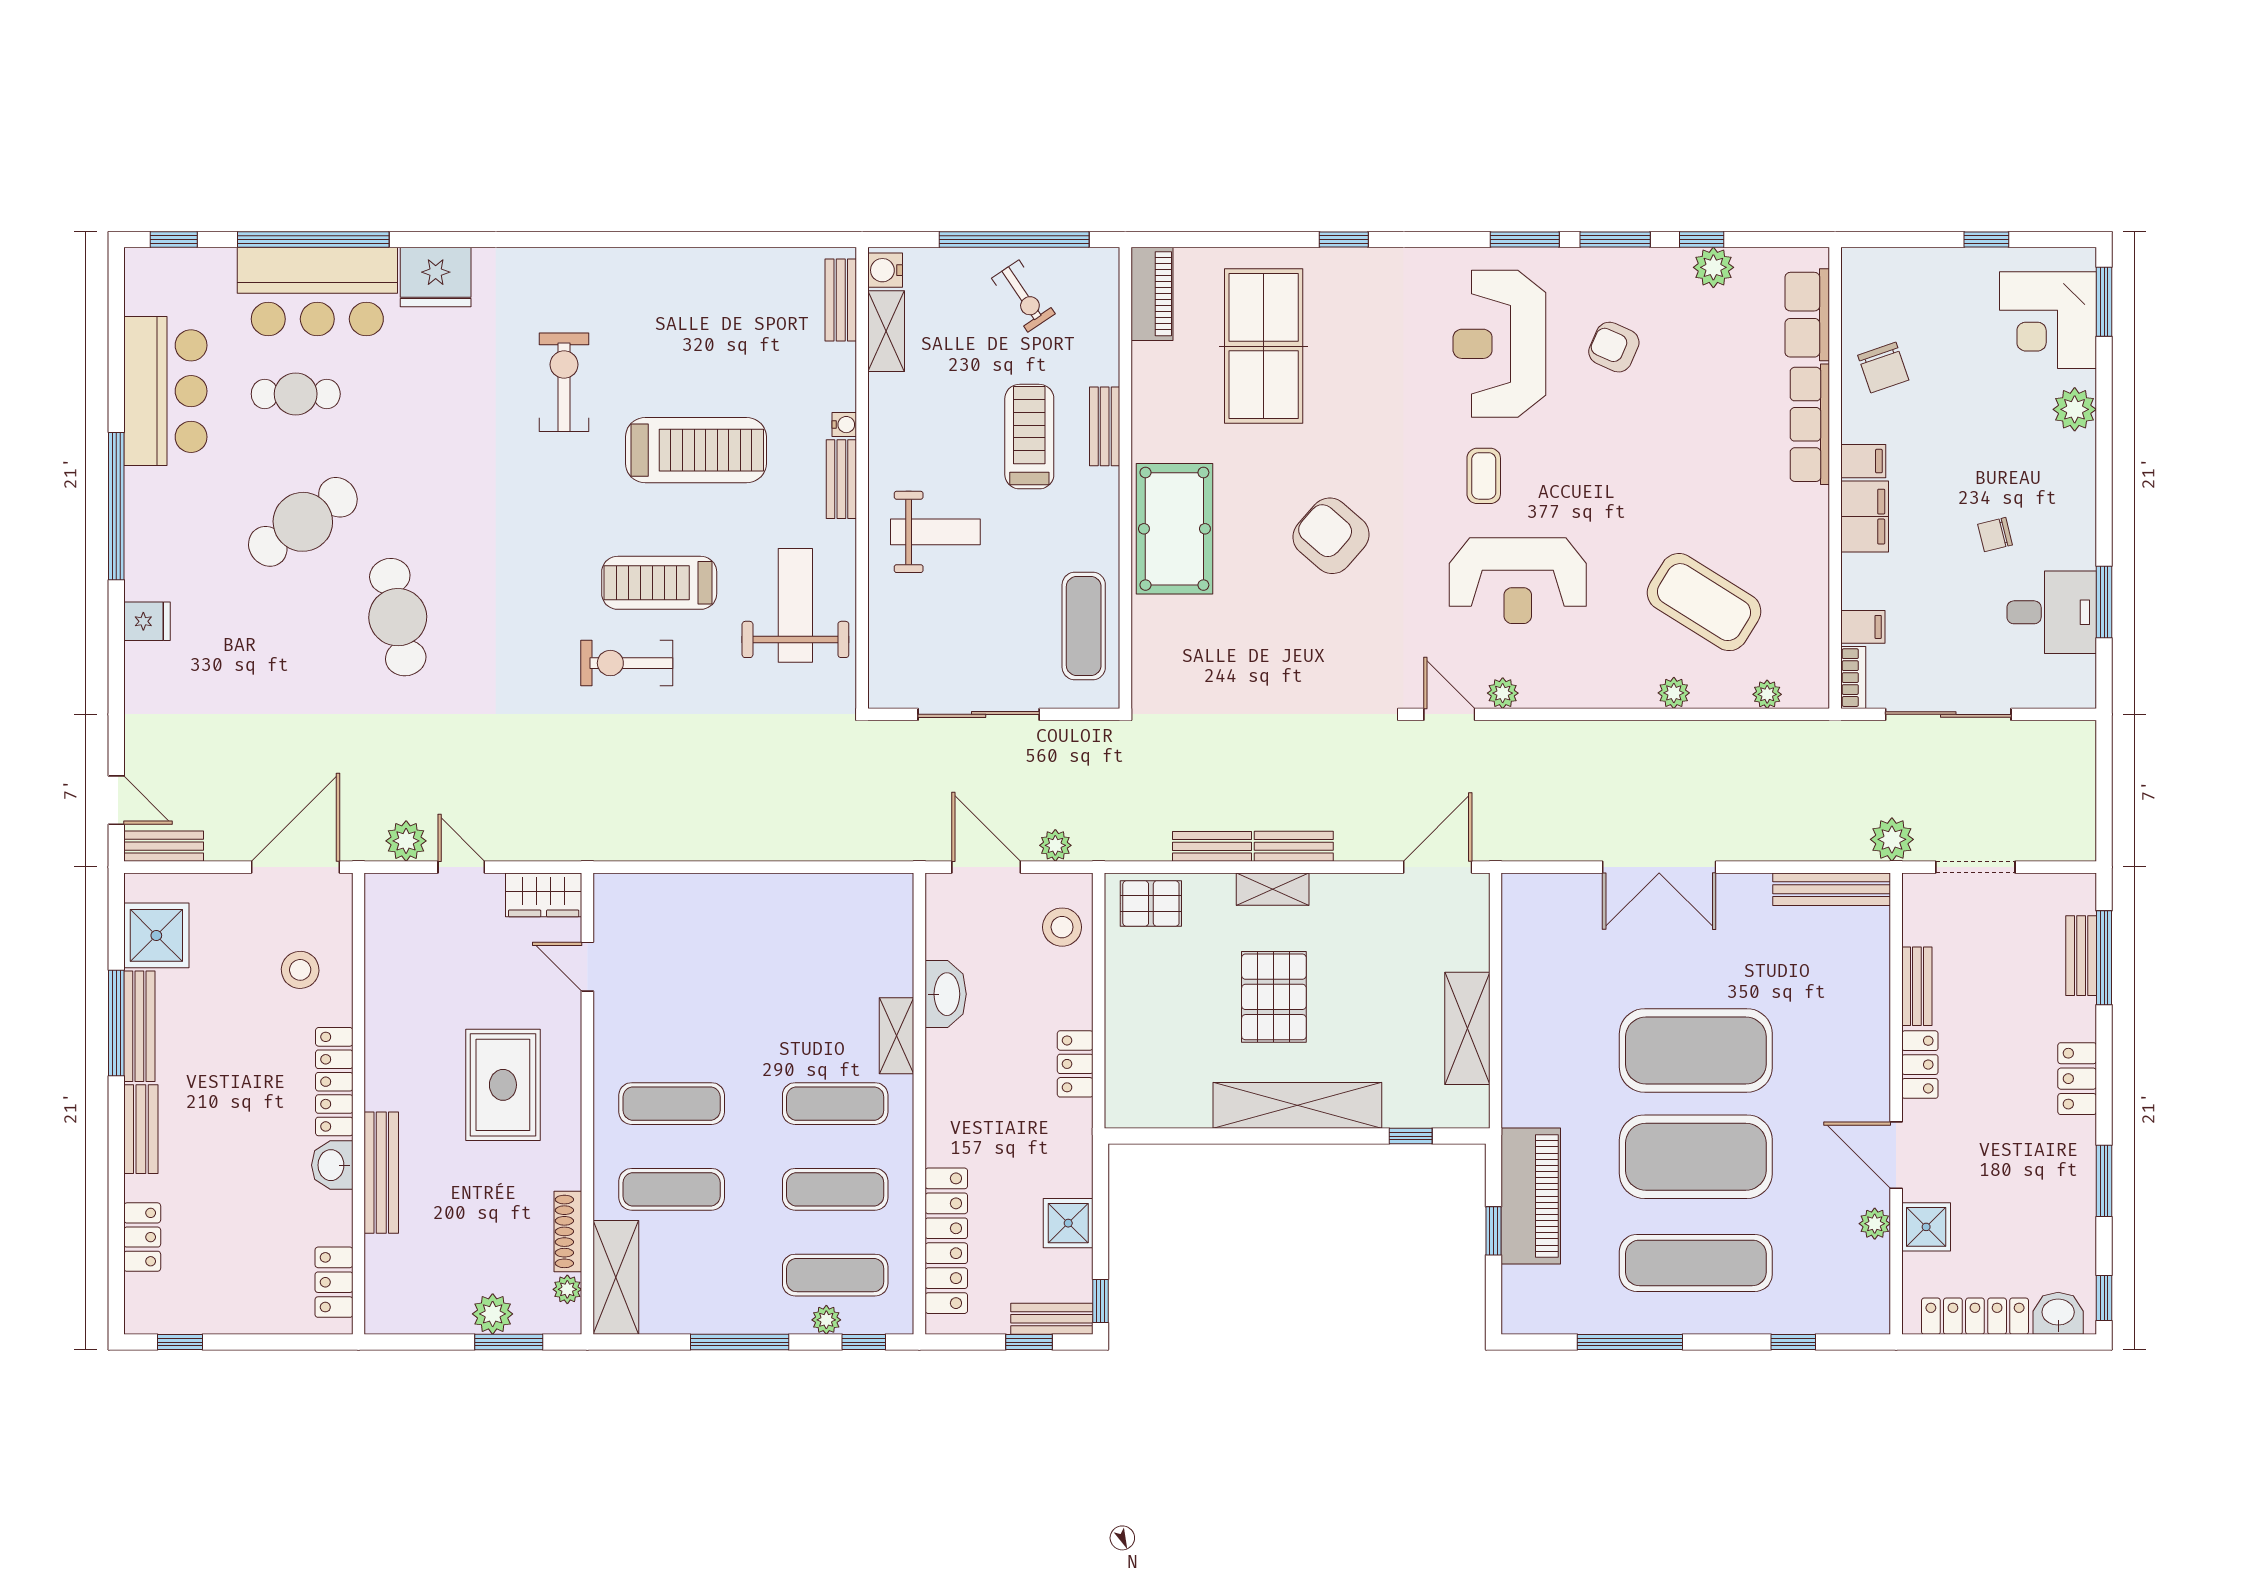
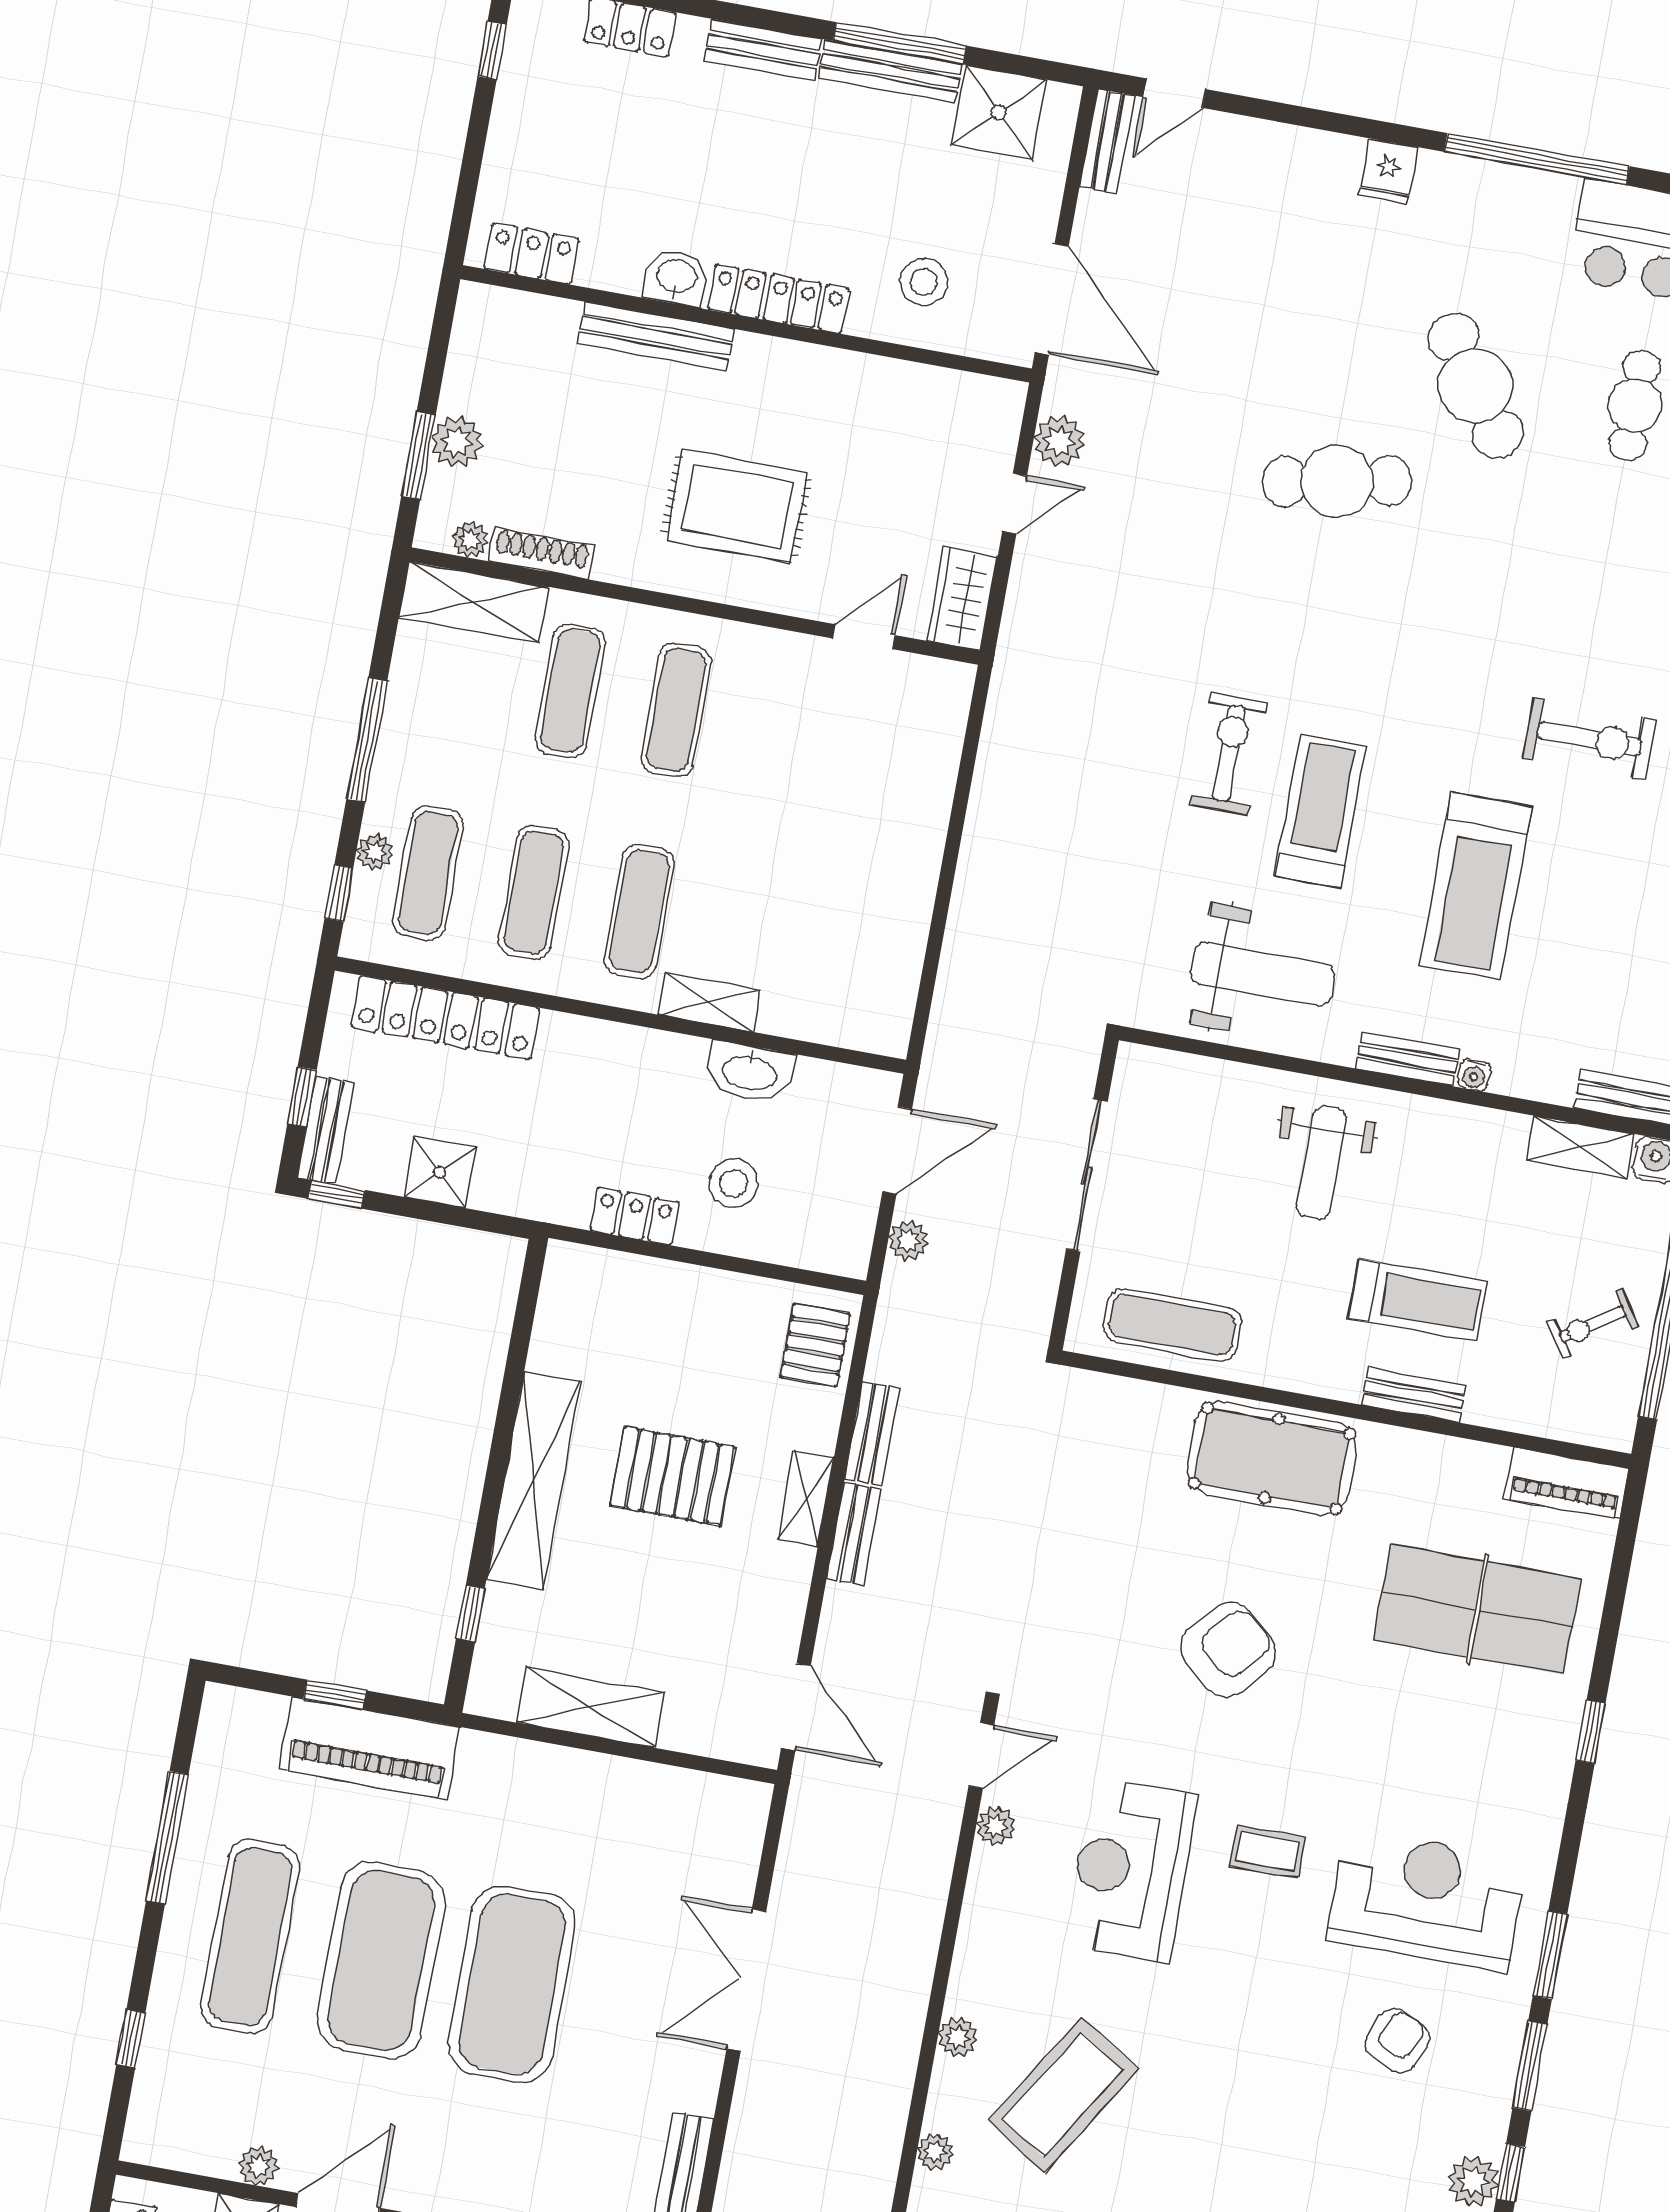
stool: (1062, 927) -> (734, 1183), moved

